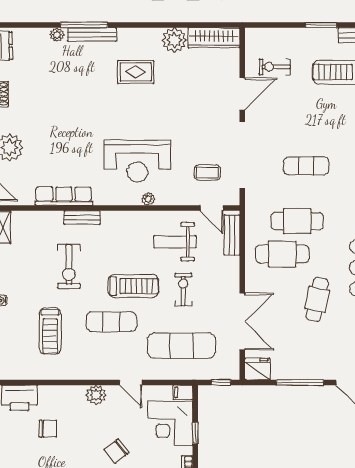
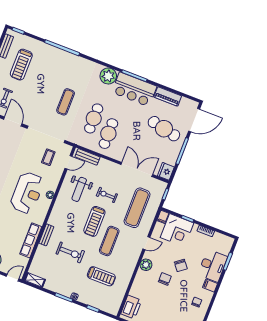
treadmill: (133, 286) -> (94, 221), turned 180
cafe table: (317, 299) -> (164, 129), moved, width x1.37, depth x1.35
chair: (48, 429) -> (165, 279), moved

